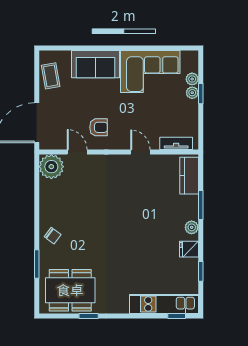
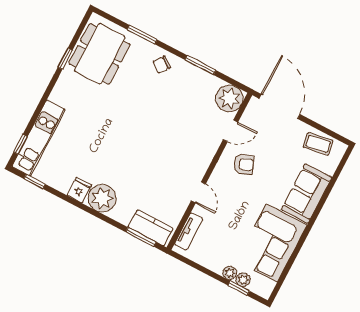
window: (201, 94) -> (239, 288), moved
armchair: (99, 127) -> (244, 164), turned -111
door: (140, 152) -> (198, 192), hinge flipped
window: (37, 204) -> (200, 65), added
window: (201, 205) -> (141, 237), moved
plant: (192, 227) -> (102, 198), width x1.88, depth x1.88
window: (201, 271) -> (35, 181), moved

